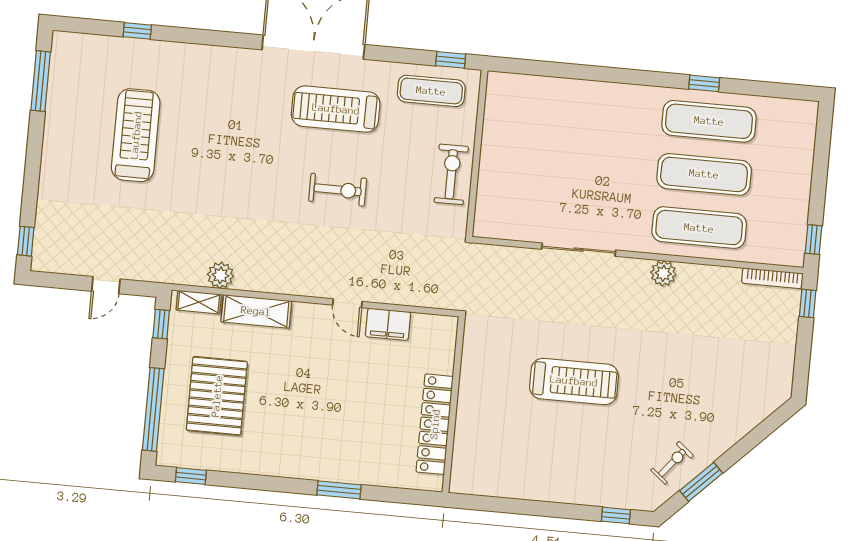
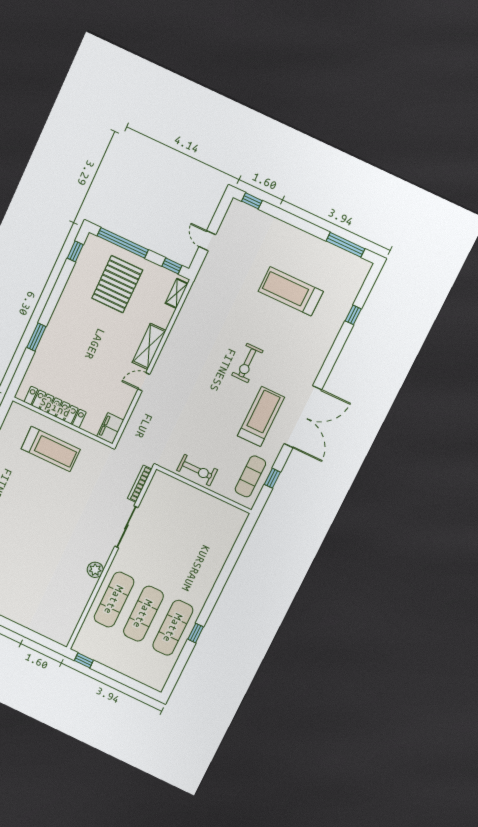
window: (451, 60) -> (272, 478), moved
treadmill: (136, 135) -> (291, 291), turned 180
exercise bike: (338, 190) -> (247, 363), moved
plant: (220, 275) -> (188, 312), removed
bookcase: (772, 278) -> (140, 484), moved
window: (808, 303) -> (49, 644), removed
shelving: (256, 311) -> (149, 346), moved
filing cabinet: (388, 324) -> (110, 428), moved
treadmill: (574, 381) -> (51, 449), moved, turned -90
pallet: (217, 396) -> (117, 284), turned 90

